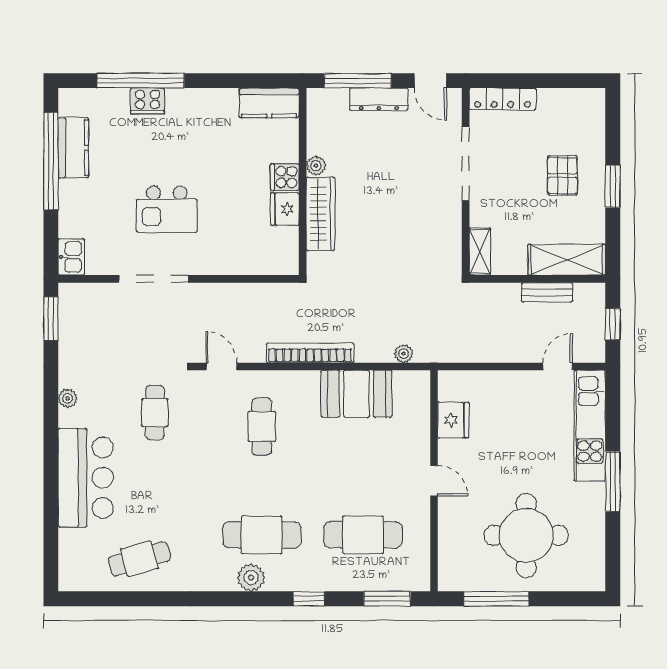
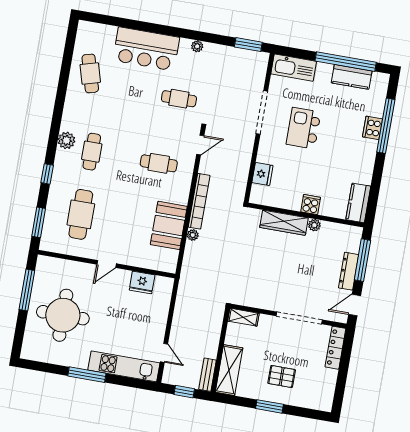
fridge: (285, 209) -> (262, 174), moved, turned 90
kitchen sink: (71, 257) -> (294, 68), width x1.88, depth x1.24
bench: (547, 292) -> (207, 375), moved
plant: (404, 354) -> (193, 235), moved
cafe table: (262, 535) -> (92, 152), width x0.73, depth x0.74

